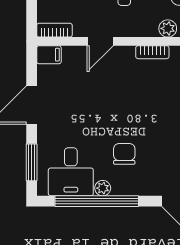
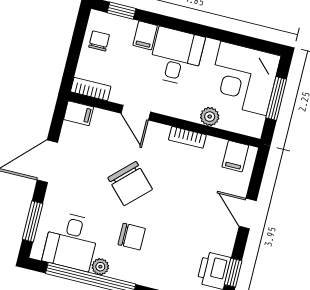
door: (100, 41) -> (136, 113), hinge flipped
chair: (111, 107) -> (130, 184), added
chair: (124, 154) -> (132, 237), turned 90

